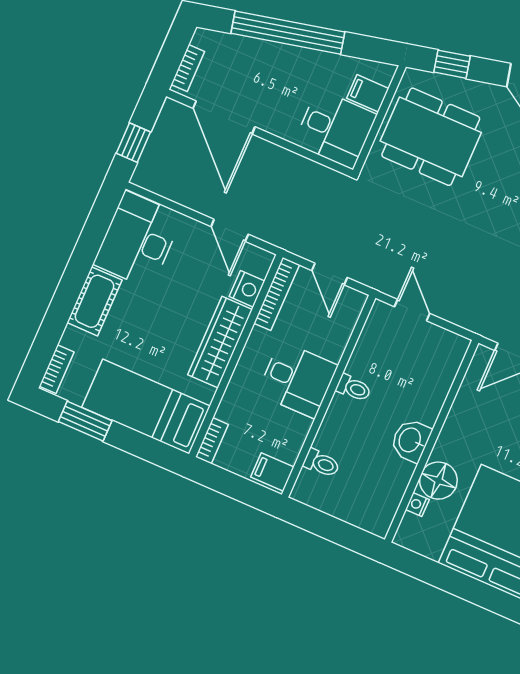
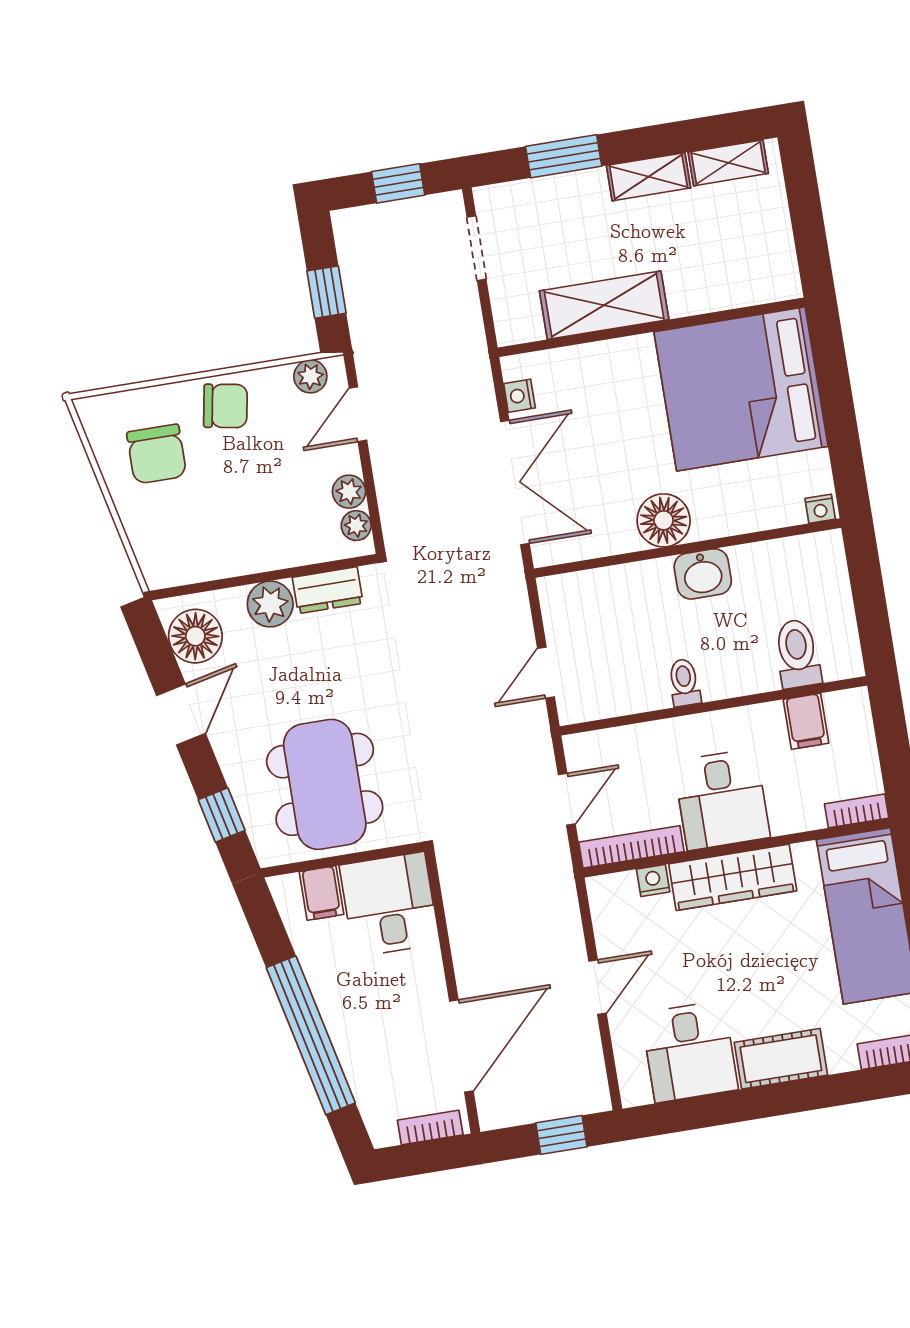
door: (230, 230) -> (598, 987), moved
desk: (138, 240) -> (689, 1052), width x0.73
nightstand: (247, 289) -> (653, 881), width x0.72, depth x0.74
desk: (297, 379) -> (722, 799), moved, turned 180
toilet: (321, 463) -> (797, 654), width x1.37, depth x1.39
filing cabinet: (272, 472) -> (806, 721), moved
floor lamp: (438, 481) -> (664, 520), moved
nightstand: (417, 504) -> (820, 509), moved

